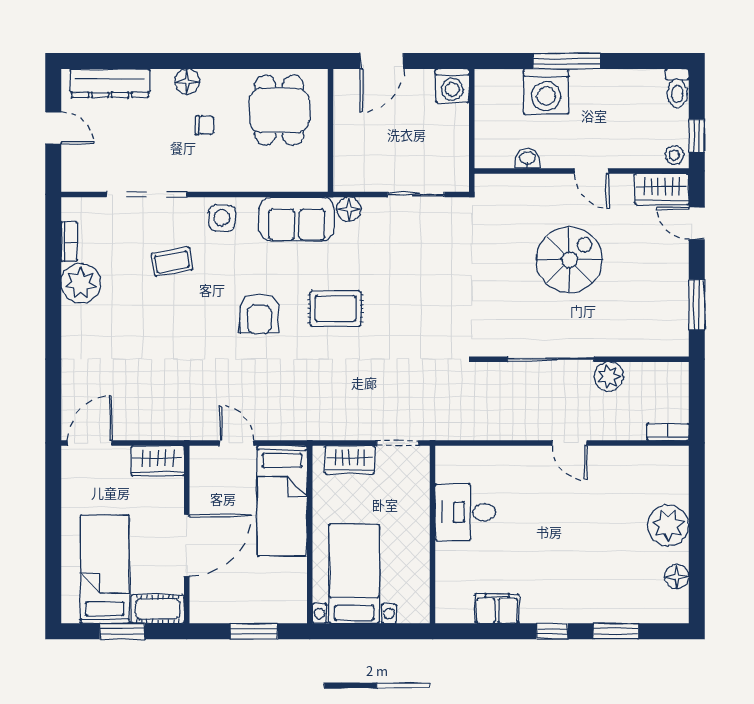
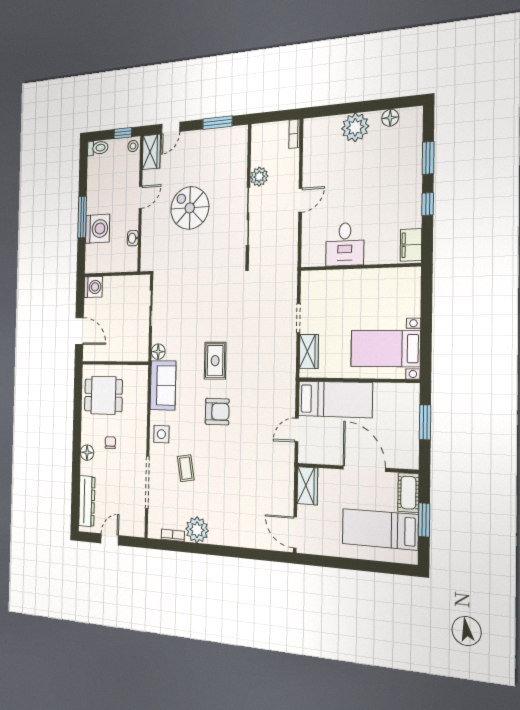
desk: (466, 512) -> (345, 244), moved
wall: (433, 534) -> (359, 267), moved

